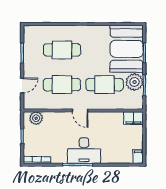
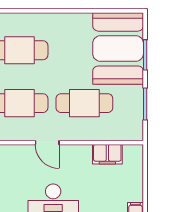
plant: (134, 82) -> (130, 99), removed
filing cabinet: (133, 118) -> (107, 154), moved

